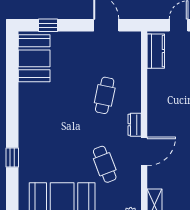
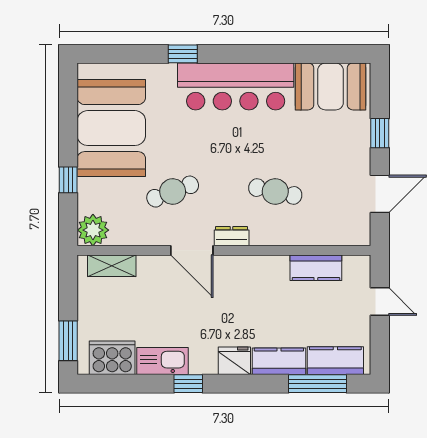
window: (48, 25) -> (380, 133), moved
kitchen counter: (156, 51) -> (316, 268), moved
bar counter: (34, 122) -> (236, 86), added

